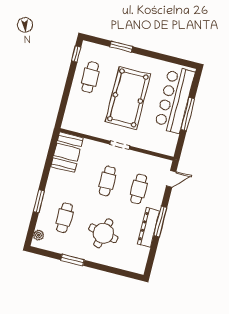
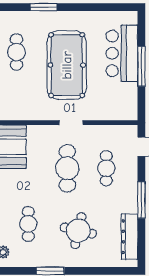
bar counter: (175, 100) -> (122, 53), width x0.73
cafe table: (107, 181) -> (67, 168), width x1.37, depth x1.35
dresser: (149, 227) -> (130, 237), moved

